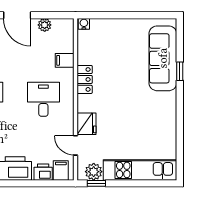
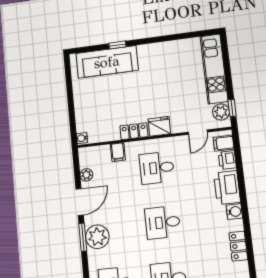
fridge: (86, 124) -> (159, 126), moved

